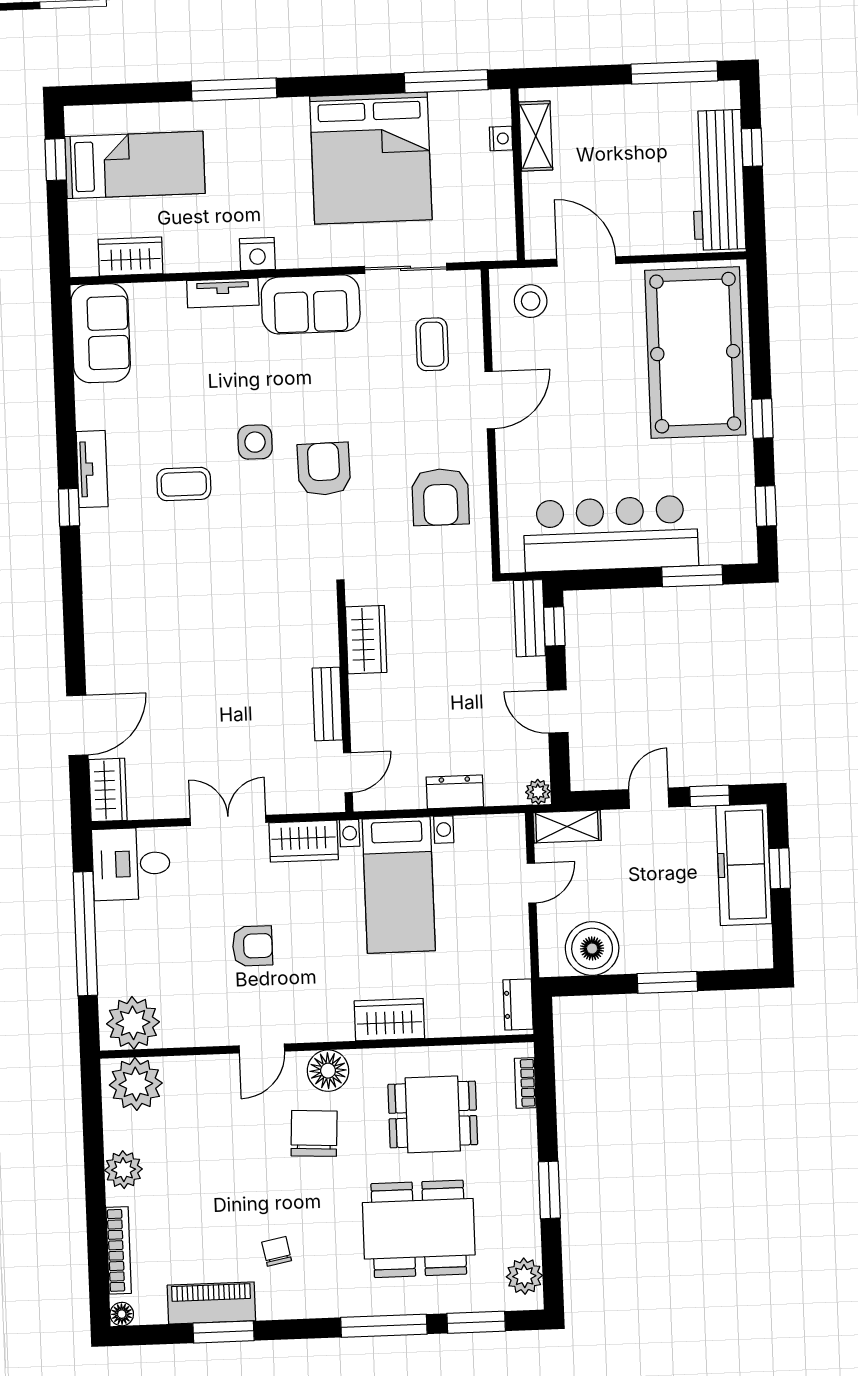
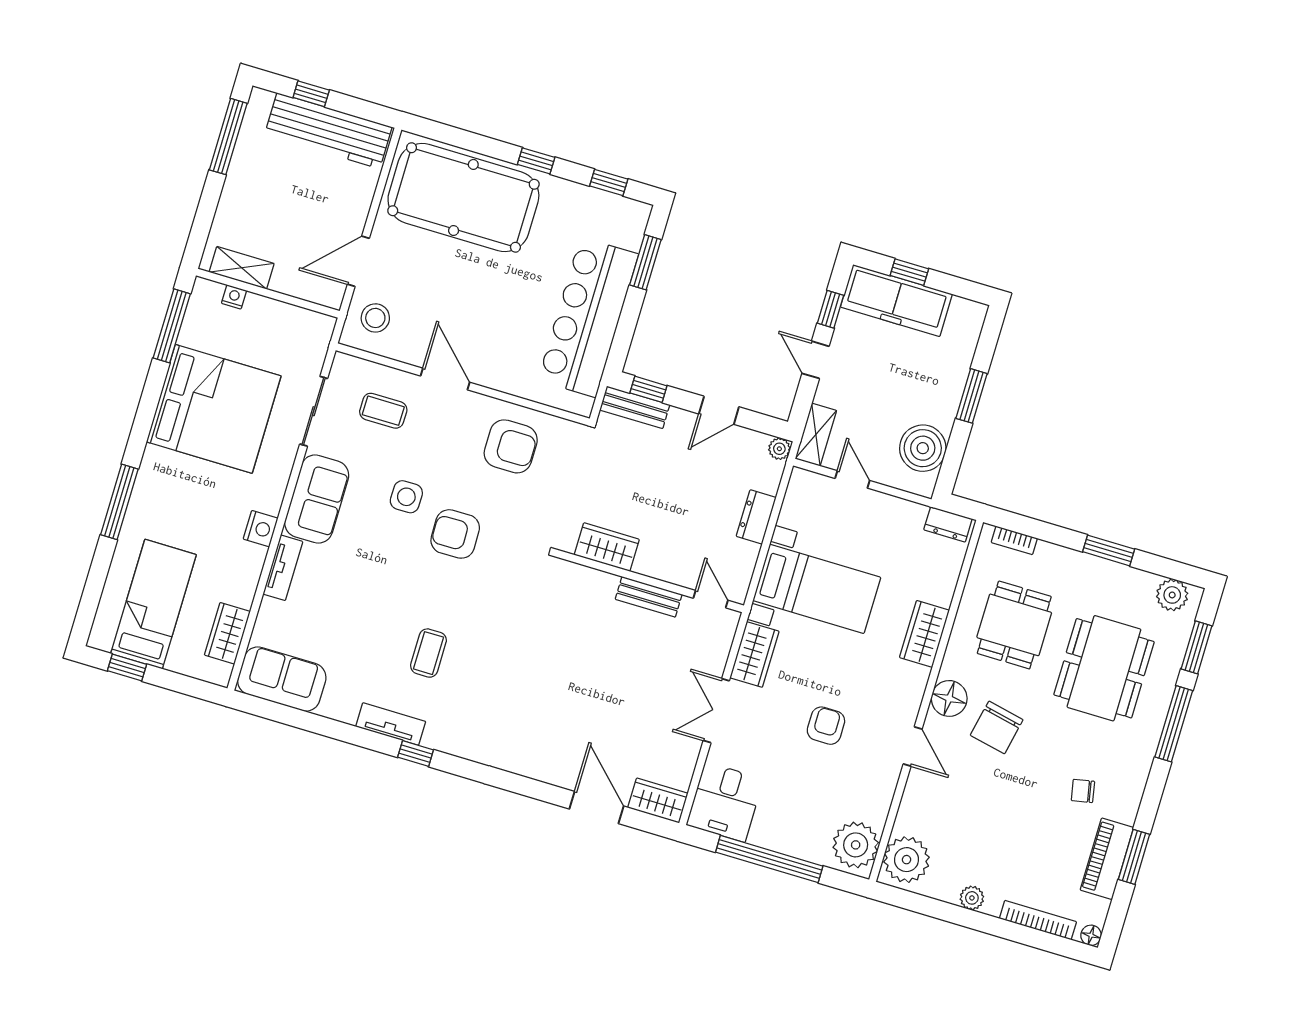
side table: (255, 442) -> (406, 497), moved
chair: (314, 1133) -> (997, 727), turned -81
plant: (123, 1170) -> (972, 898), width x0.73, depth x0.73

